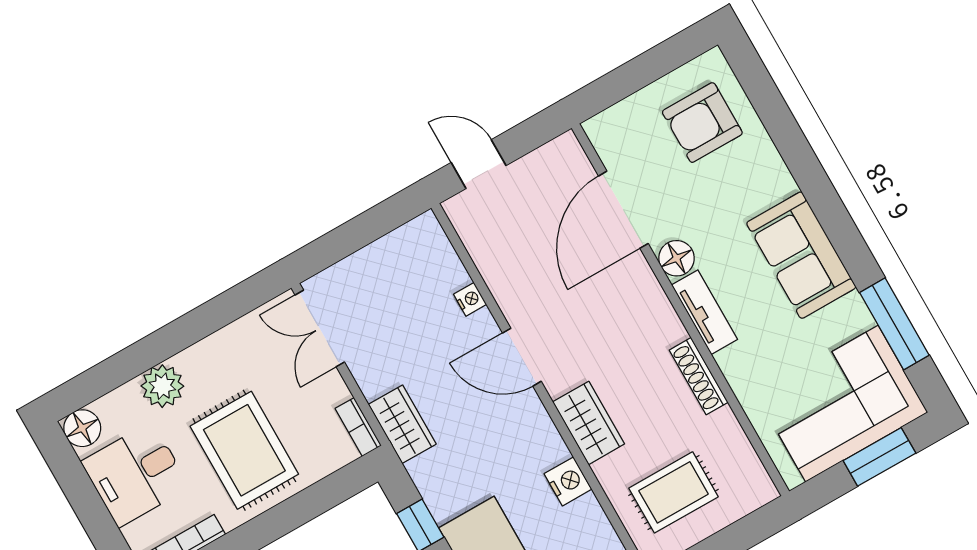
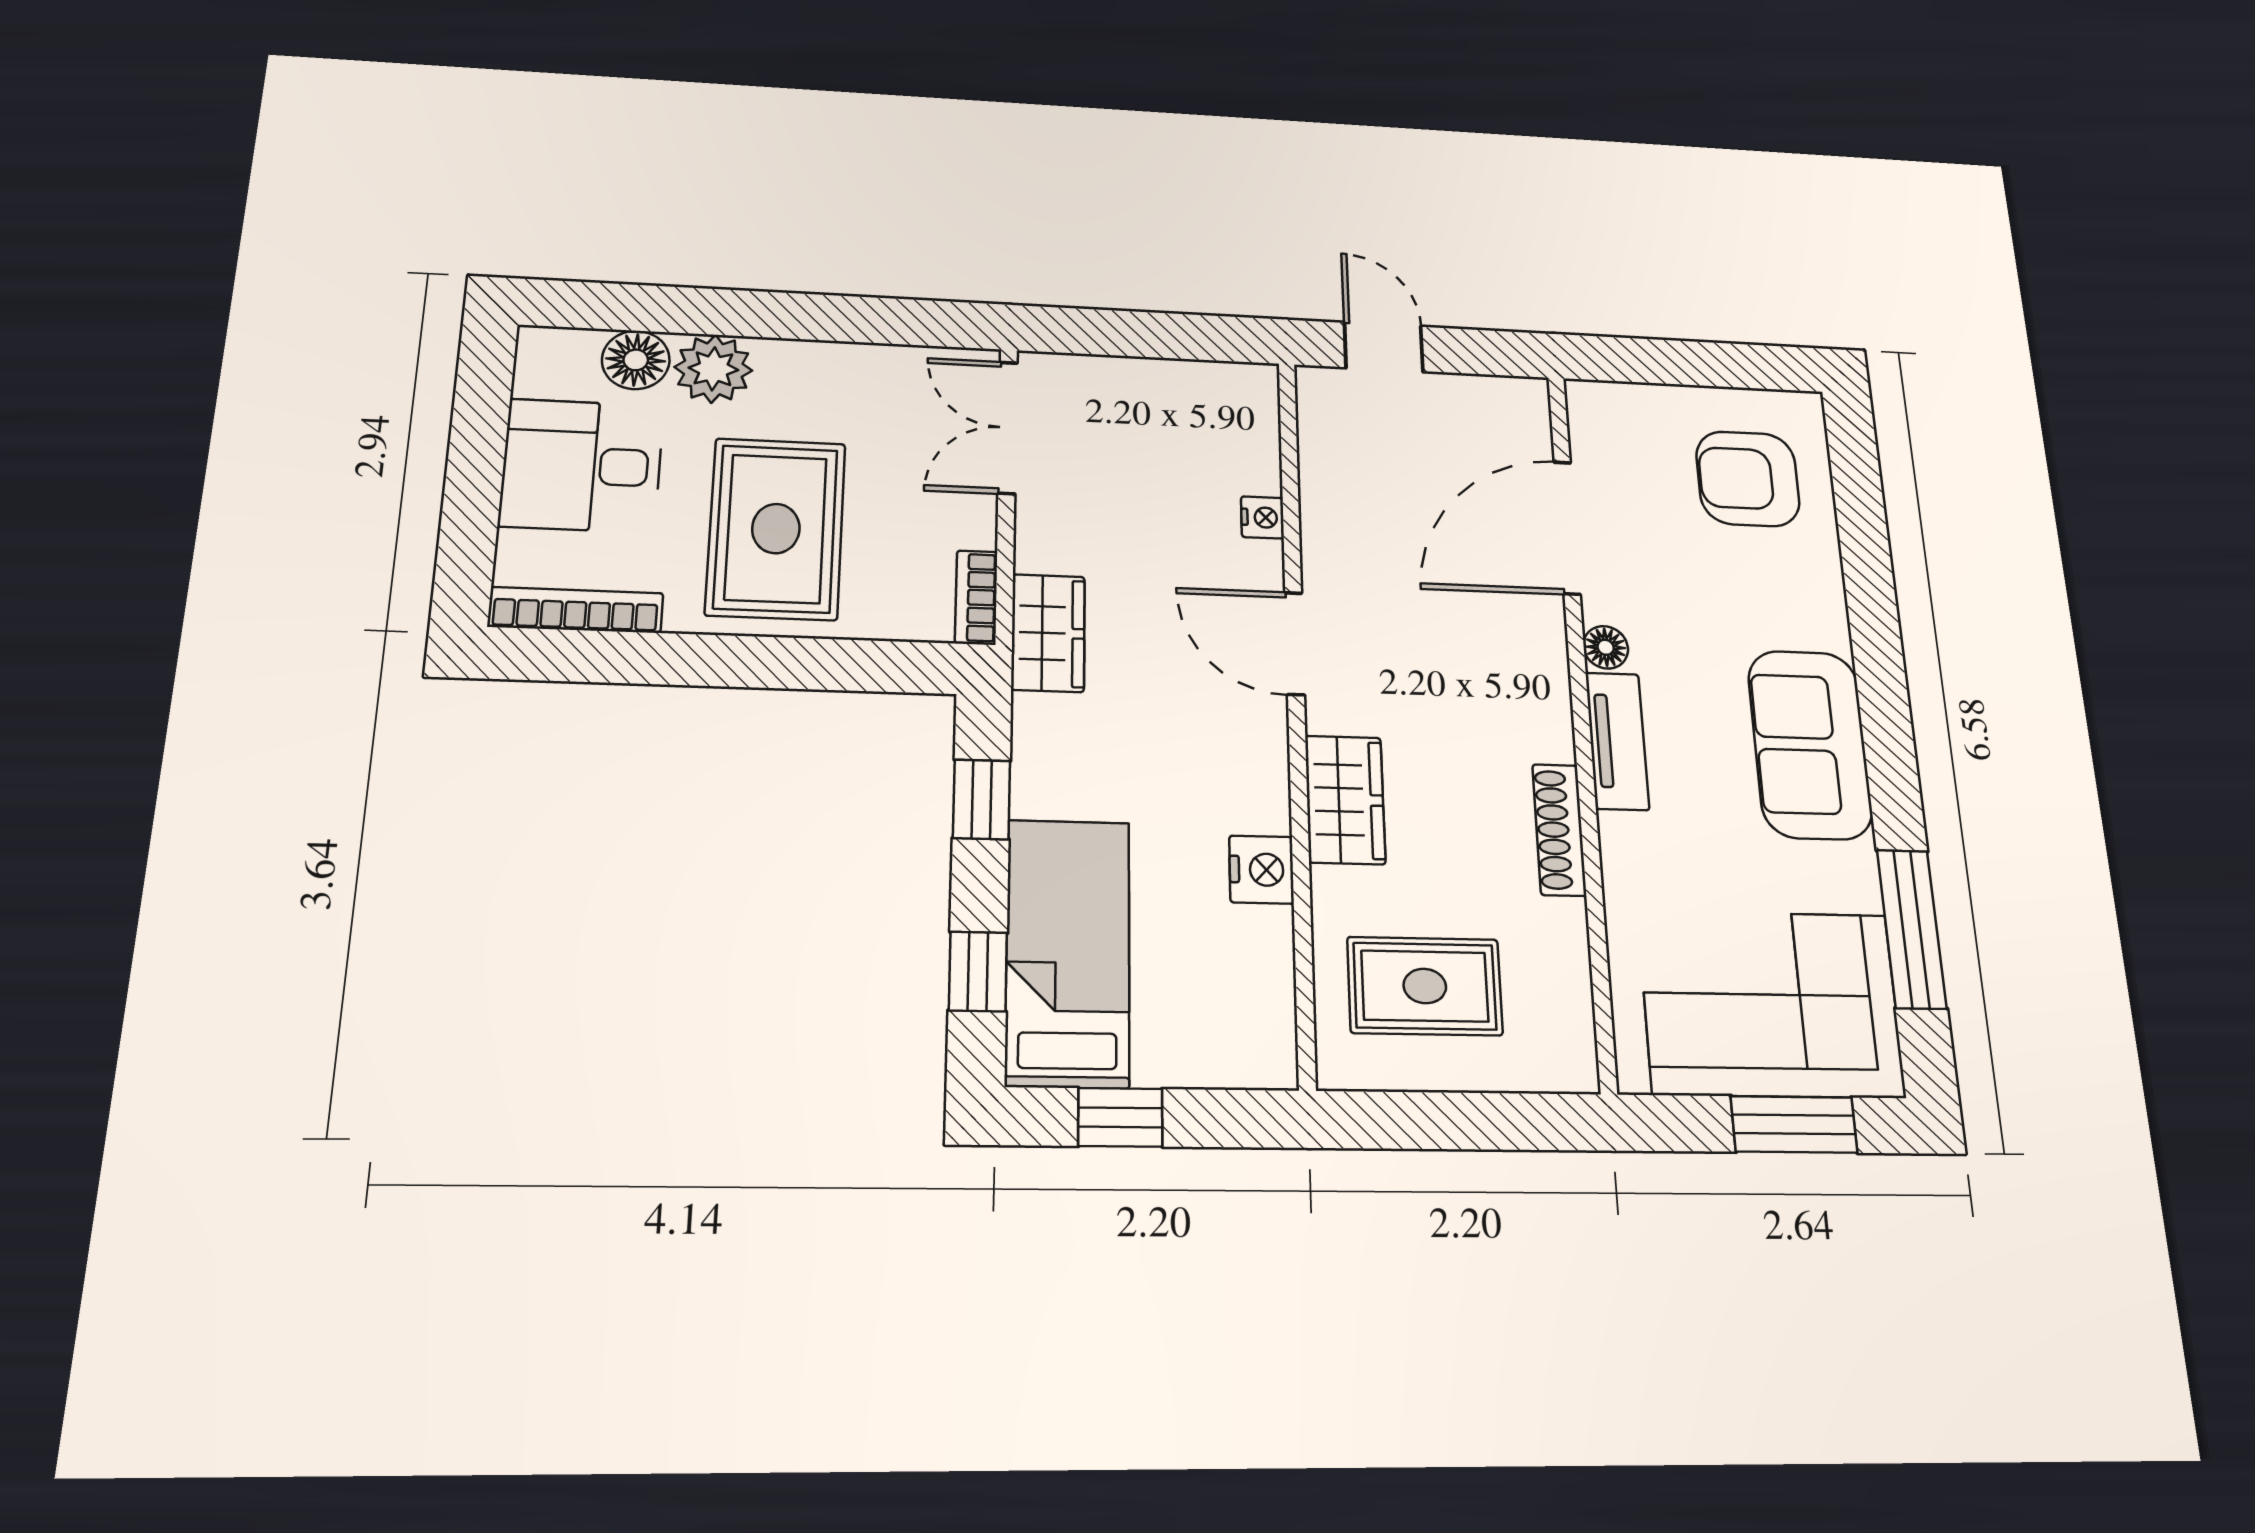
floor lamp: (677, 258) -> (1606, 647), width x0.73, depth x0.73
floor lamp: (82, 428) -> (636, 360), moved

